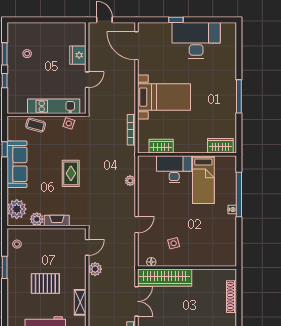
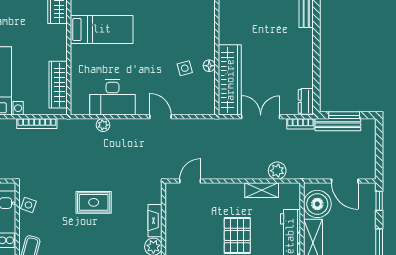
wardrobe: (161, 146) -> (58, 85), width x1.50
desk: (174, 169) -> (112, 97), moved, turned -90
door: (87, 247) -> (190, 181), hinge flipped
floor lamp: (151, 262) -> (209, 66), moved
plant: (95, 269) -> (277, 171), moved

